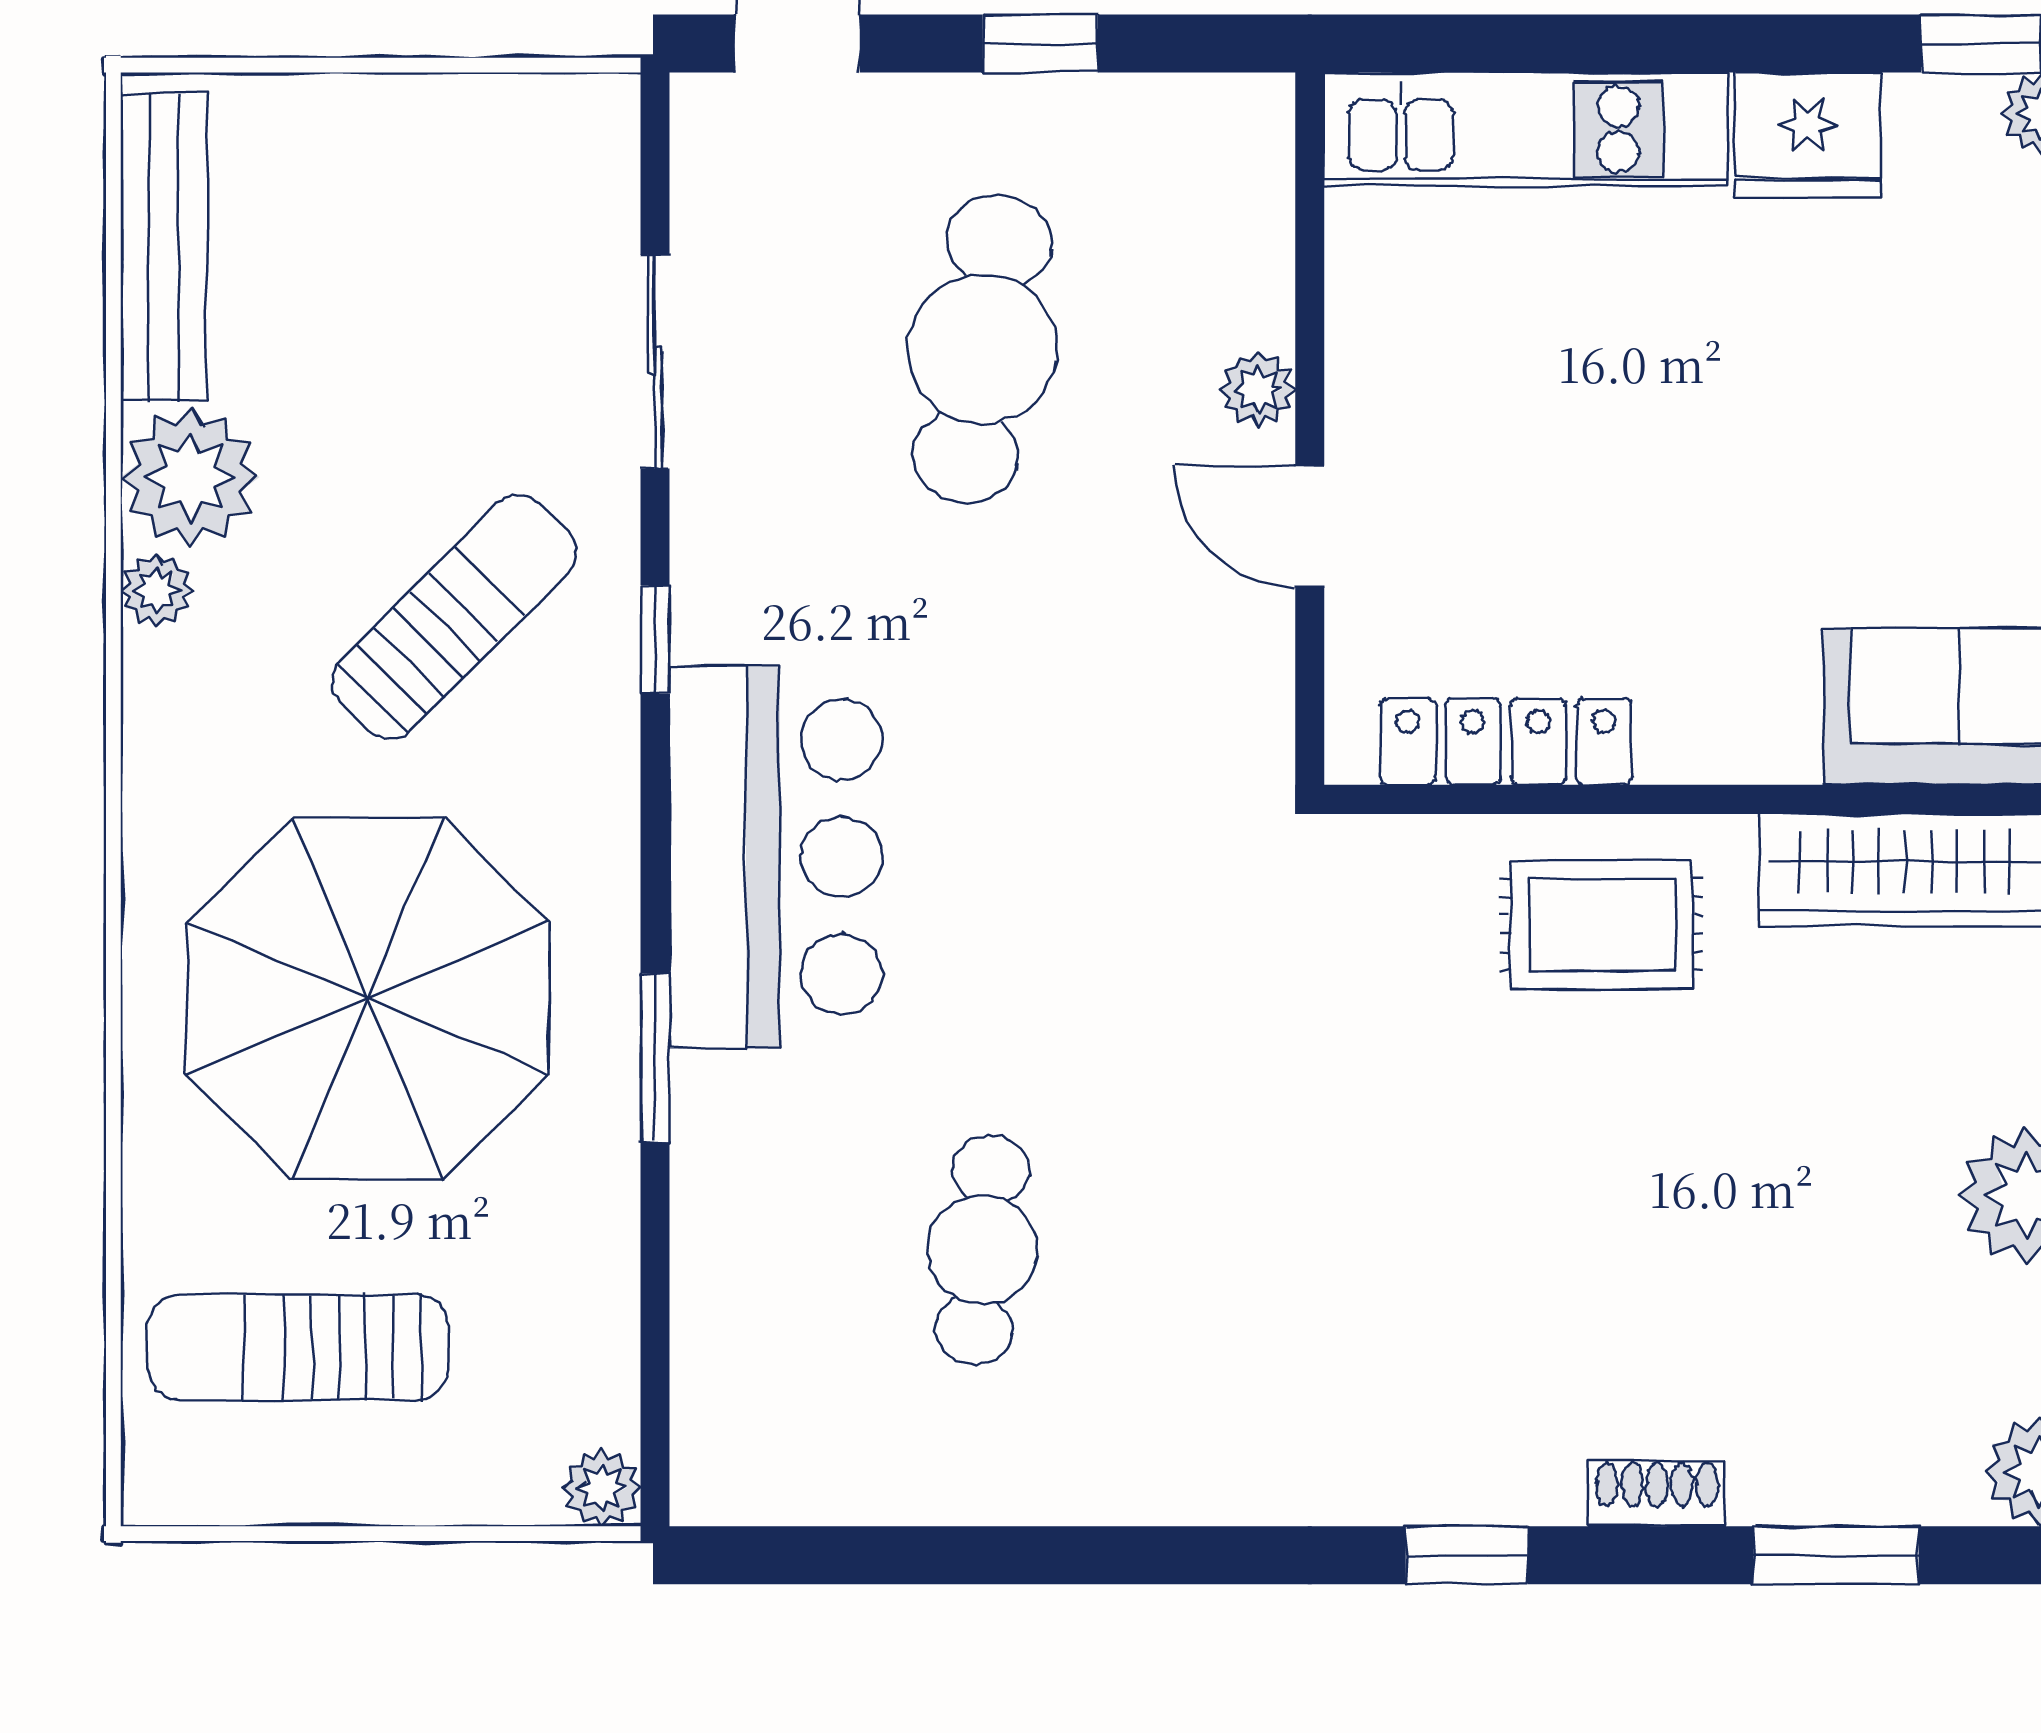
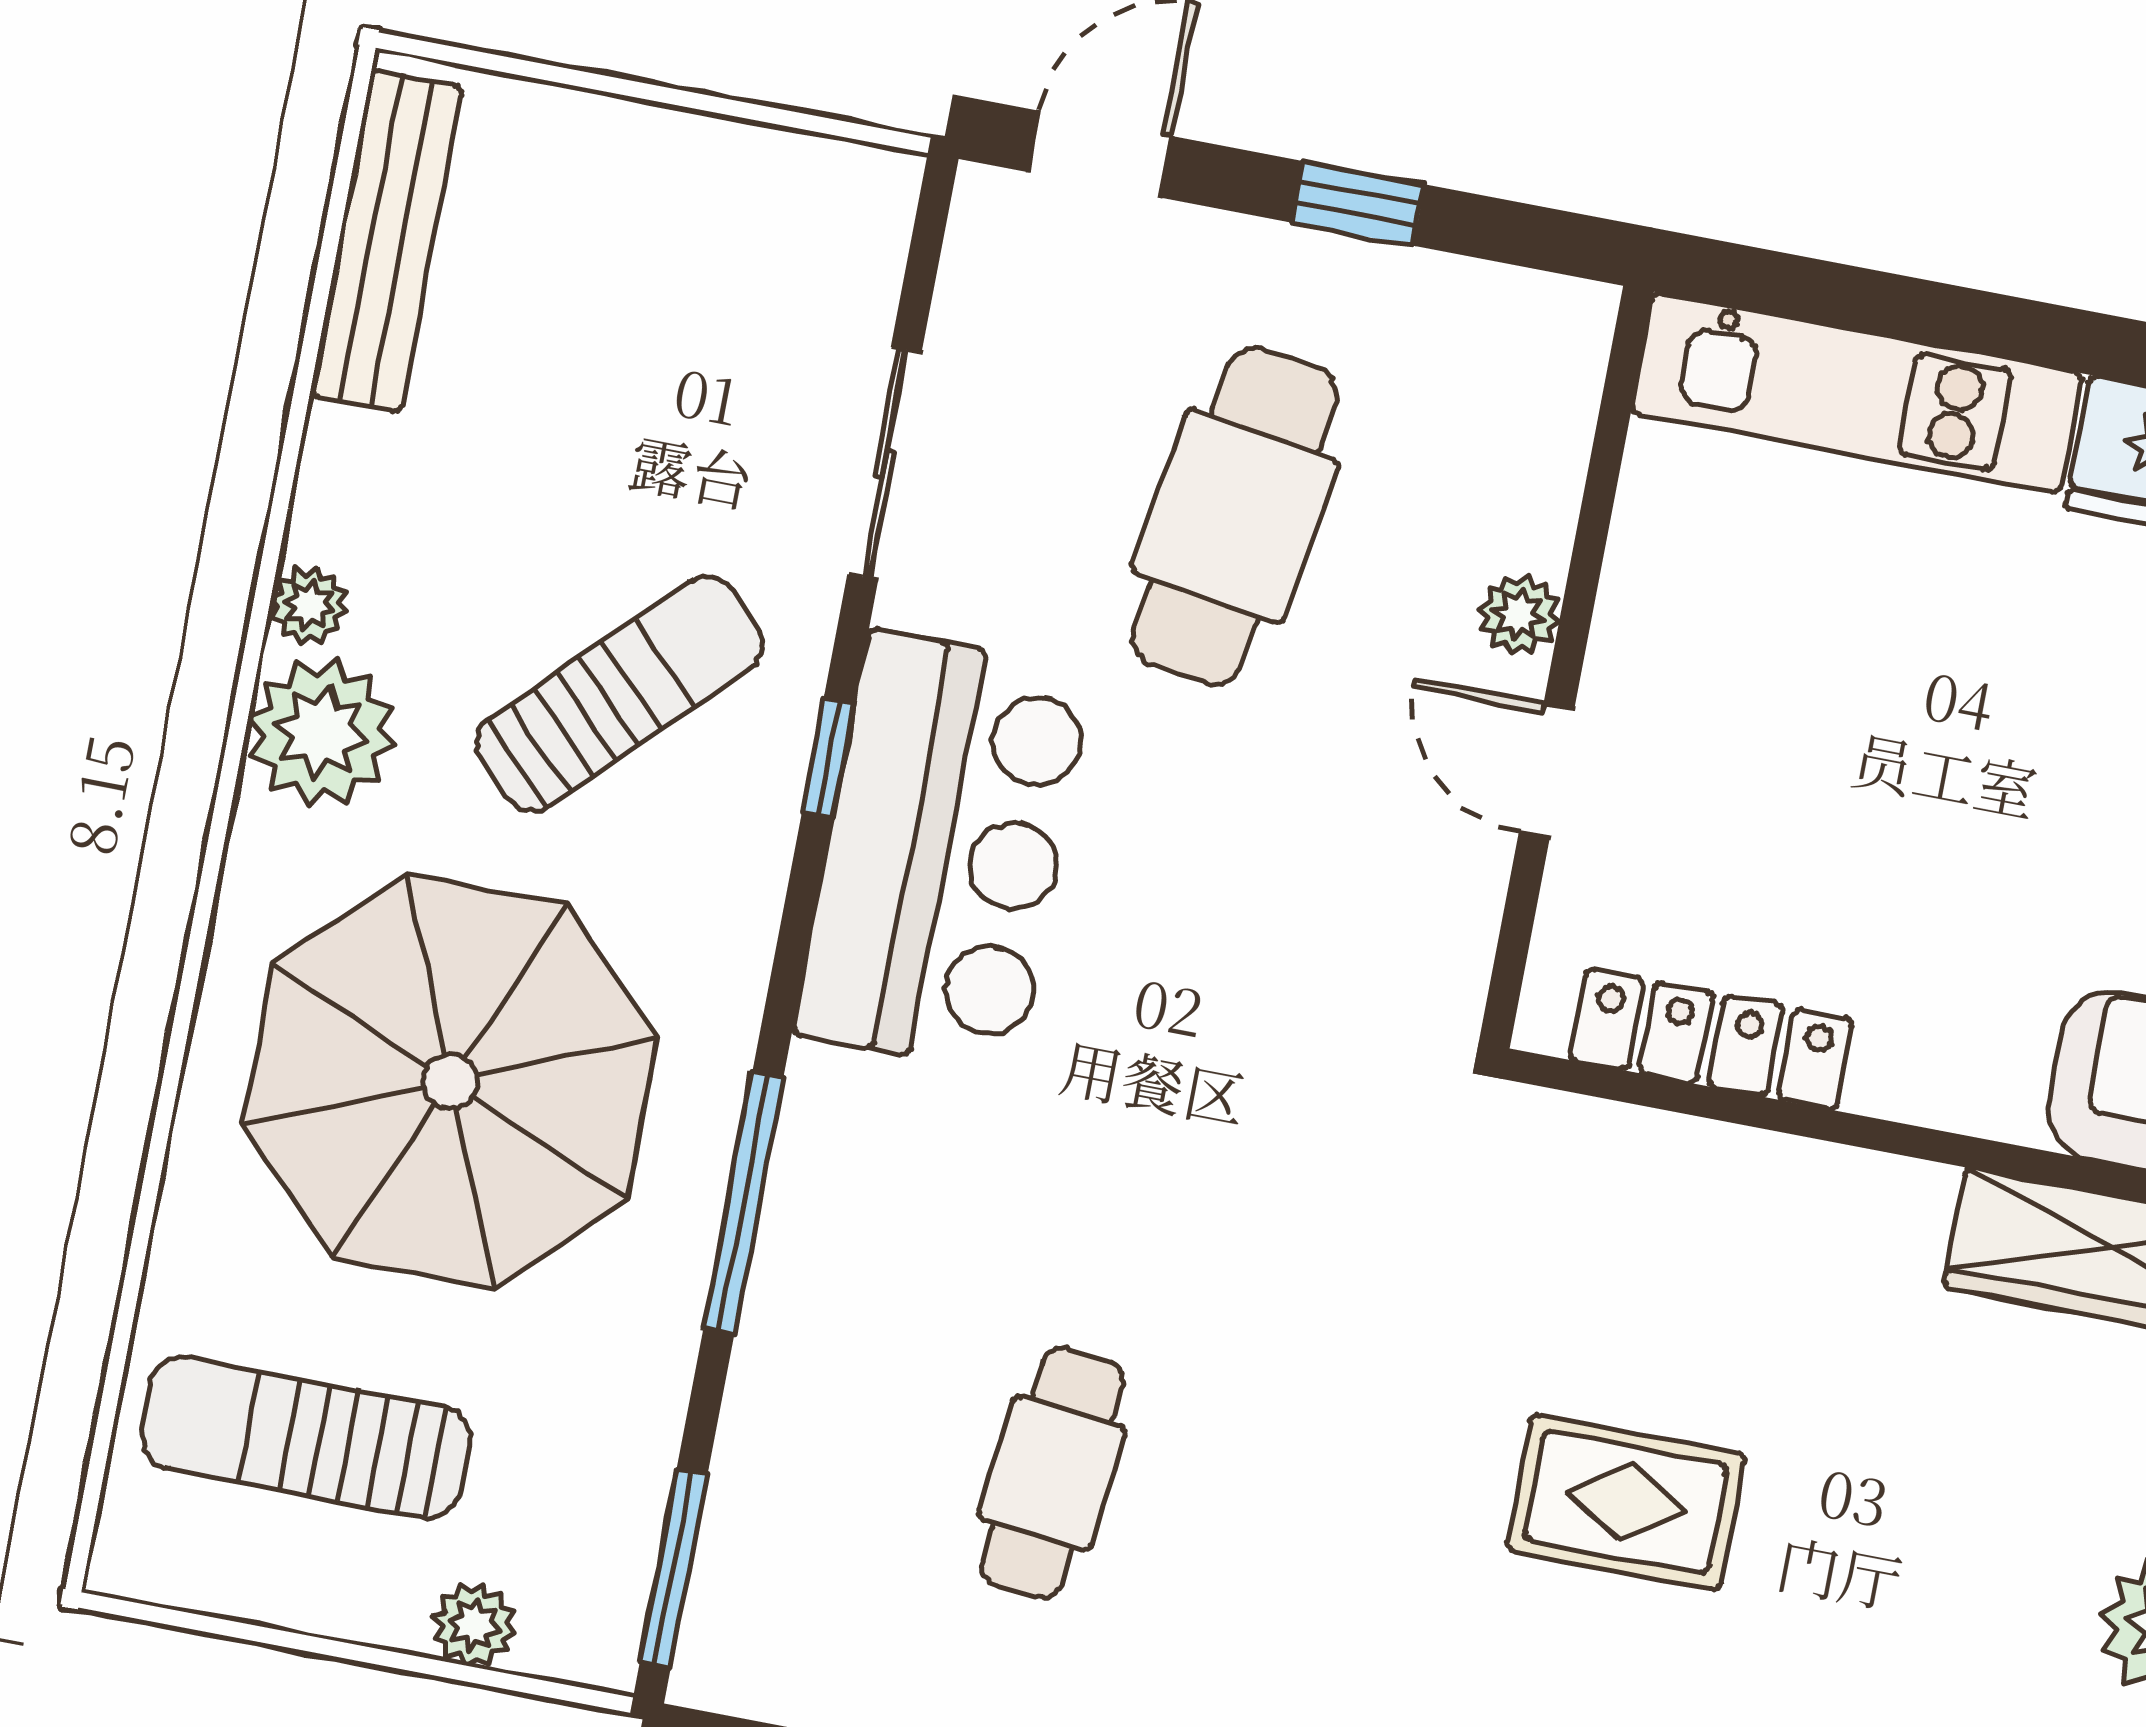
plant: (190, 477) -> (321, 732), moved
bar counter: (776, 857) -> (943, 852), moved
rug: (1602, 925) -> (1626, 1502), moved
window: (655, 1058) -> (743, 1203), width x1.44
window: (655, 1402) -> (674, 1568), added
plant: (602, 1488) -> (474, 1625), moved

